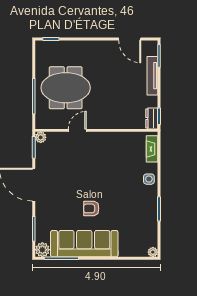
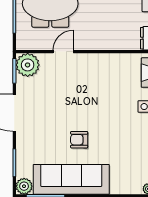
plant: (41, 137) -> (28, 65), width x1.87, depth x1.87

